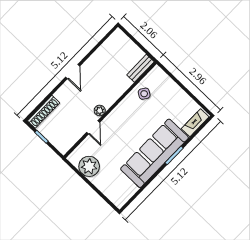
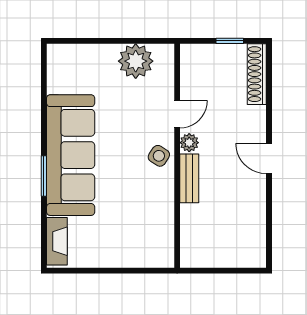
bench: (140, 68) -> (189, 178), moved
side table: (144, 94) -> (159, 156), moved
door: (93, 127) -> (177, 114), swing flipped

